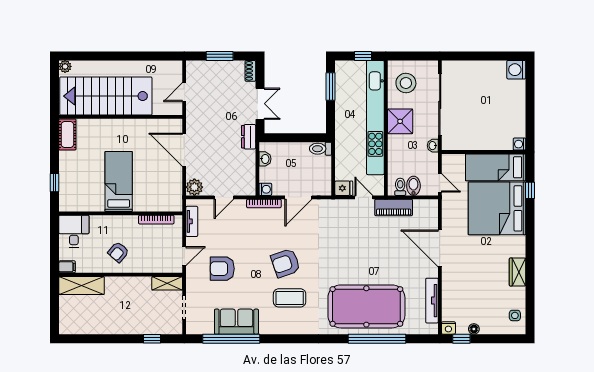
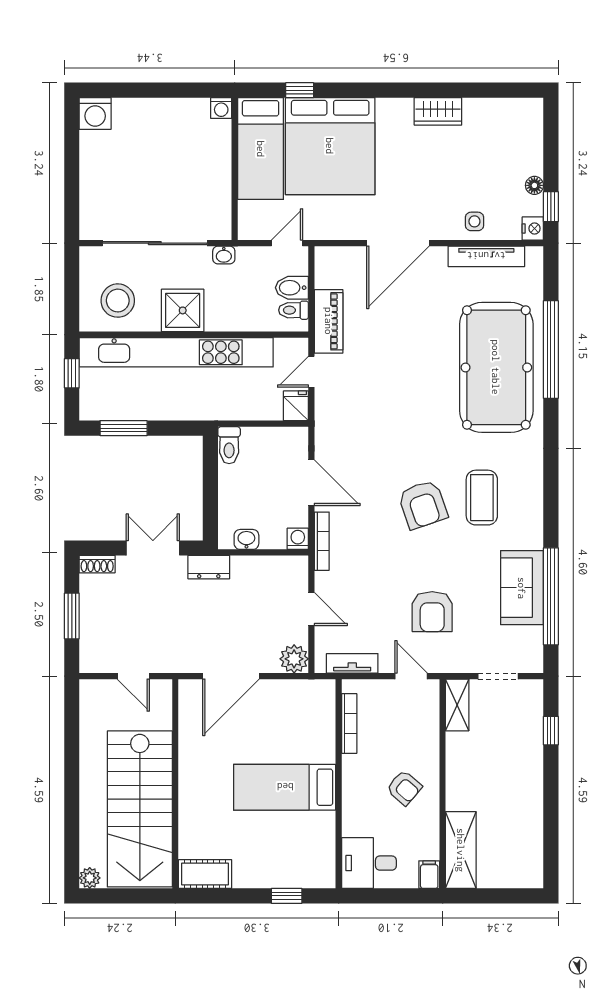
side table: (515, 315) -> (474, 221), moved

